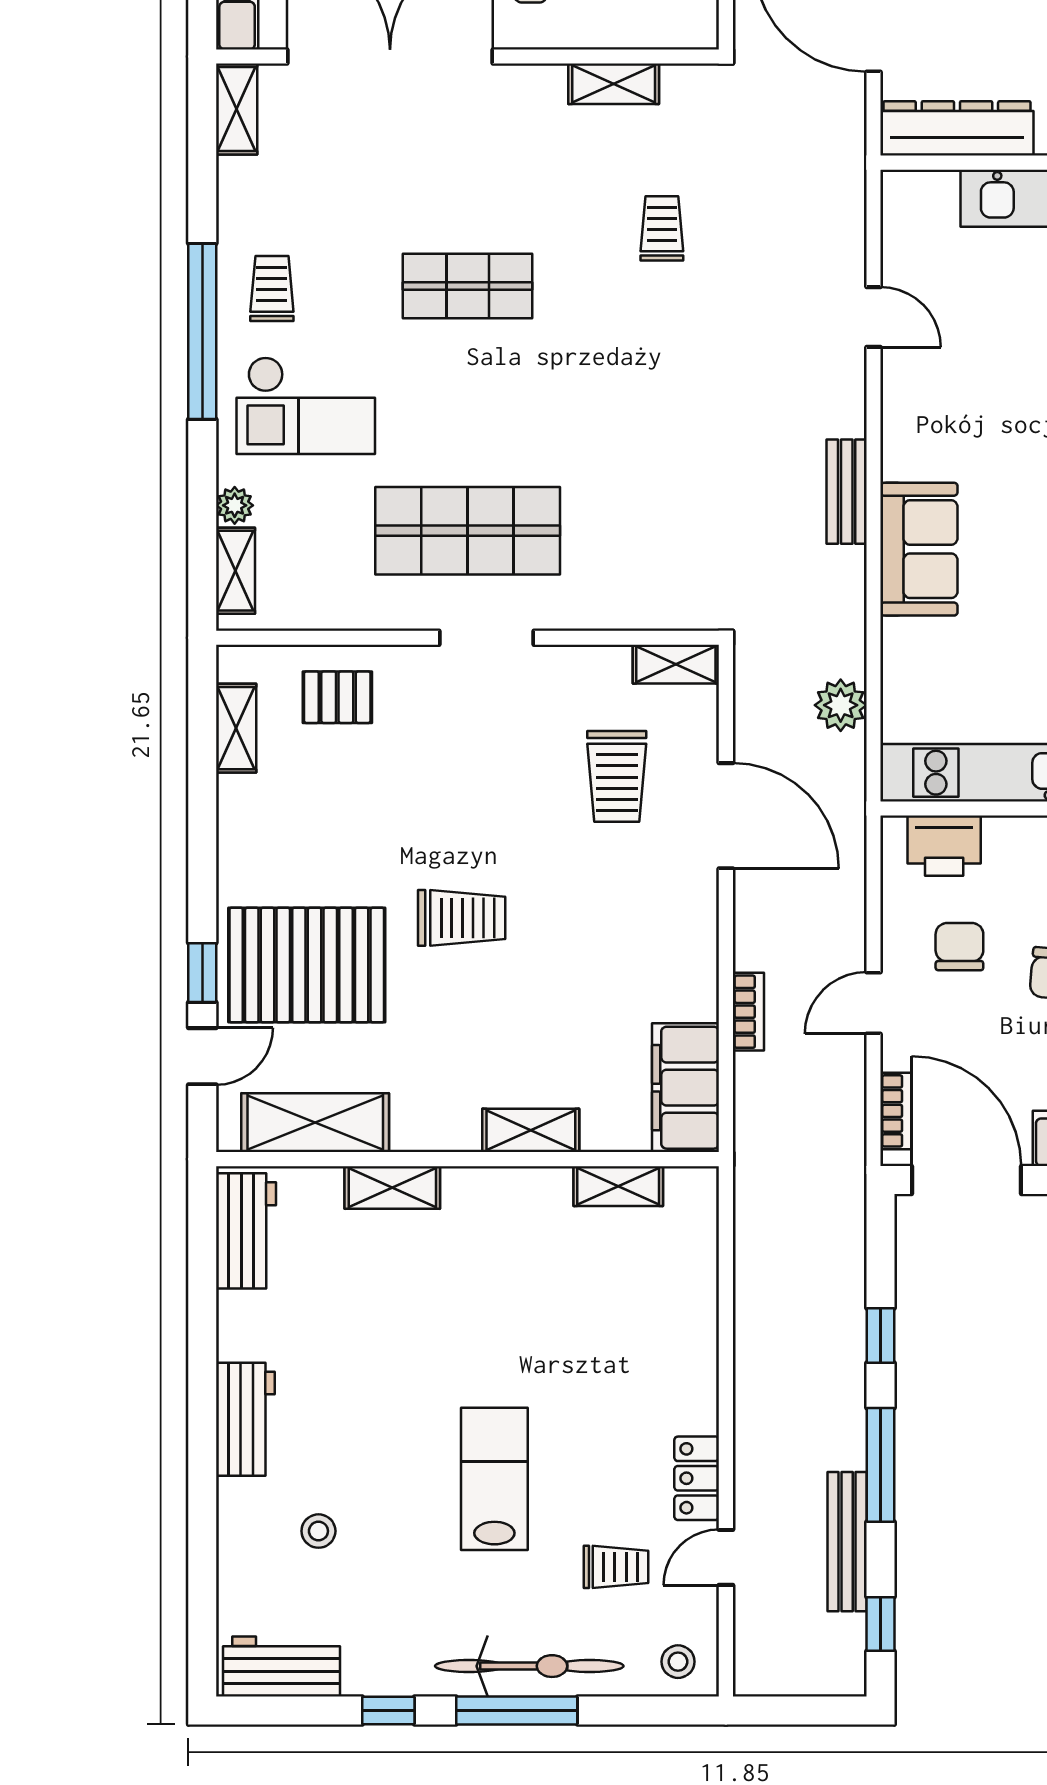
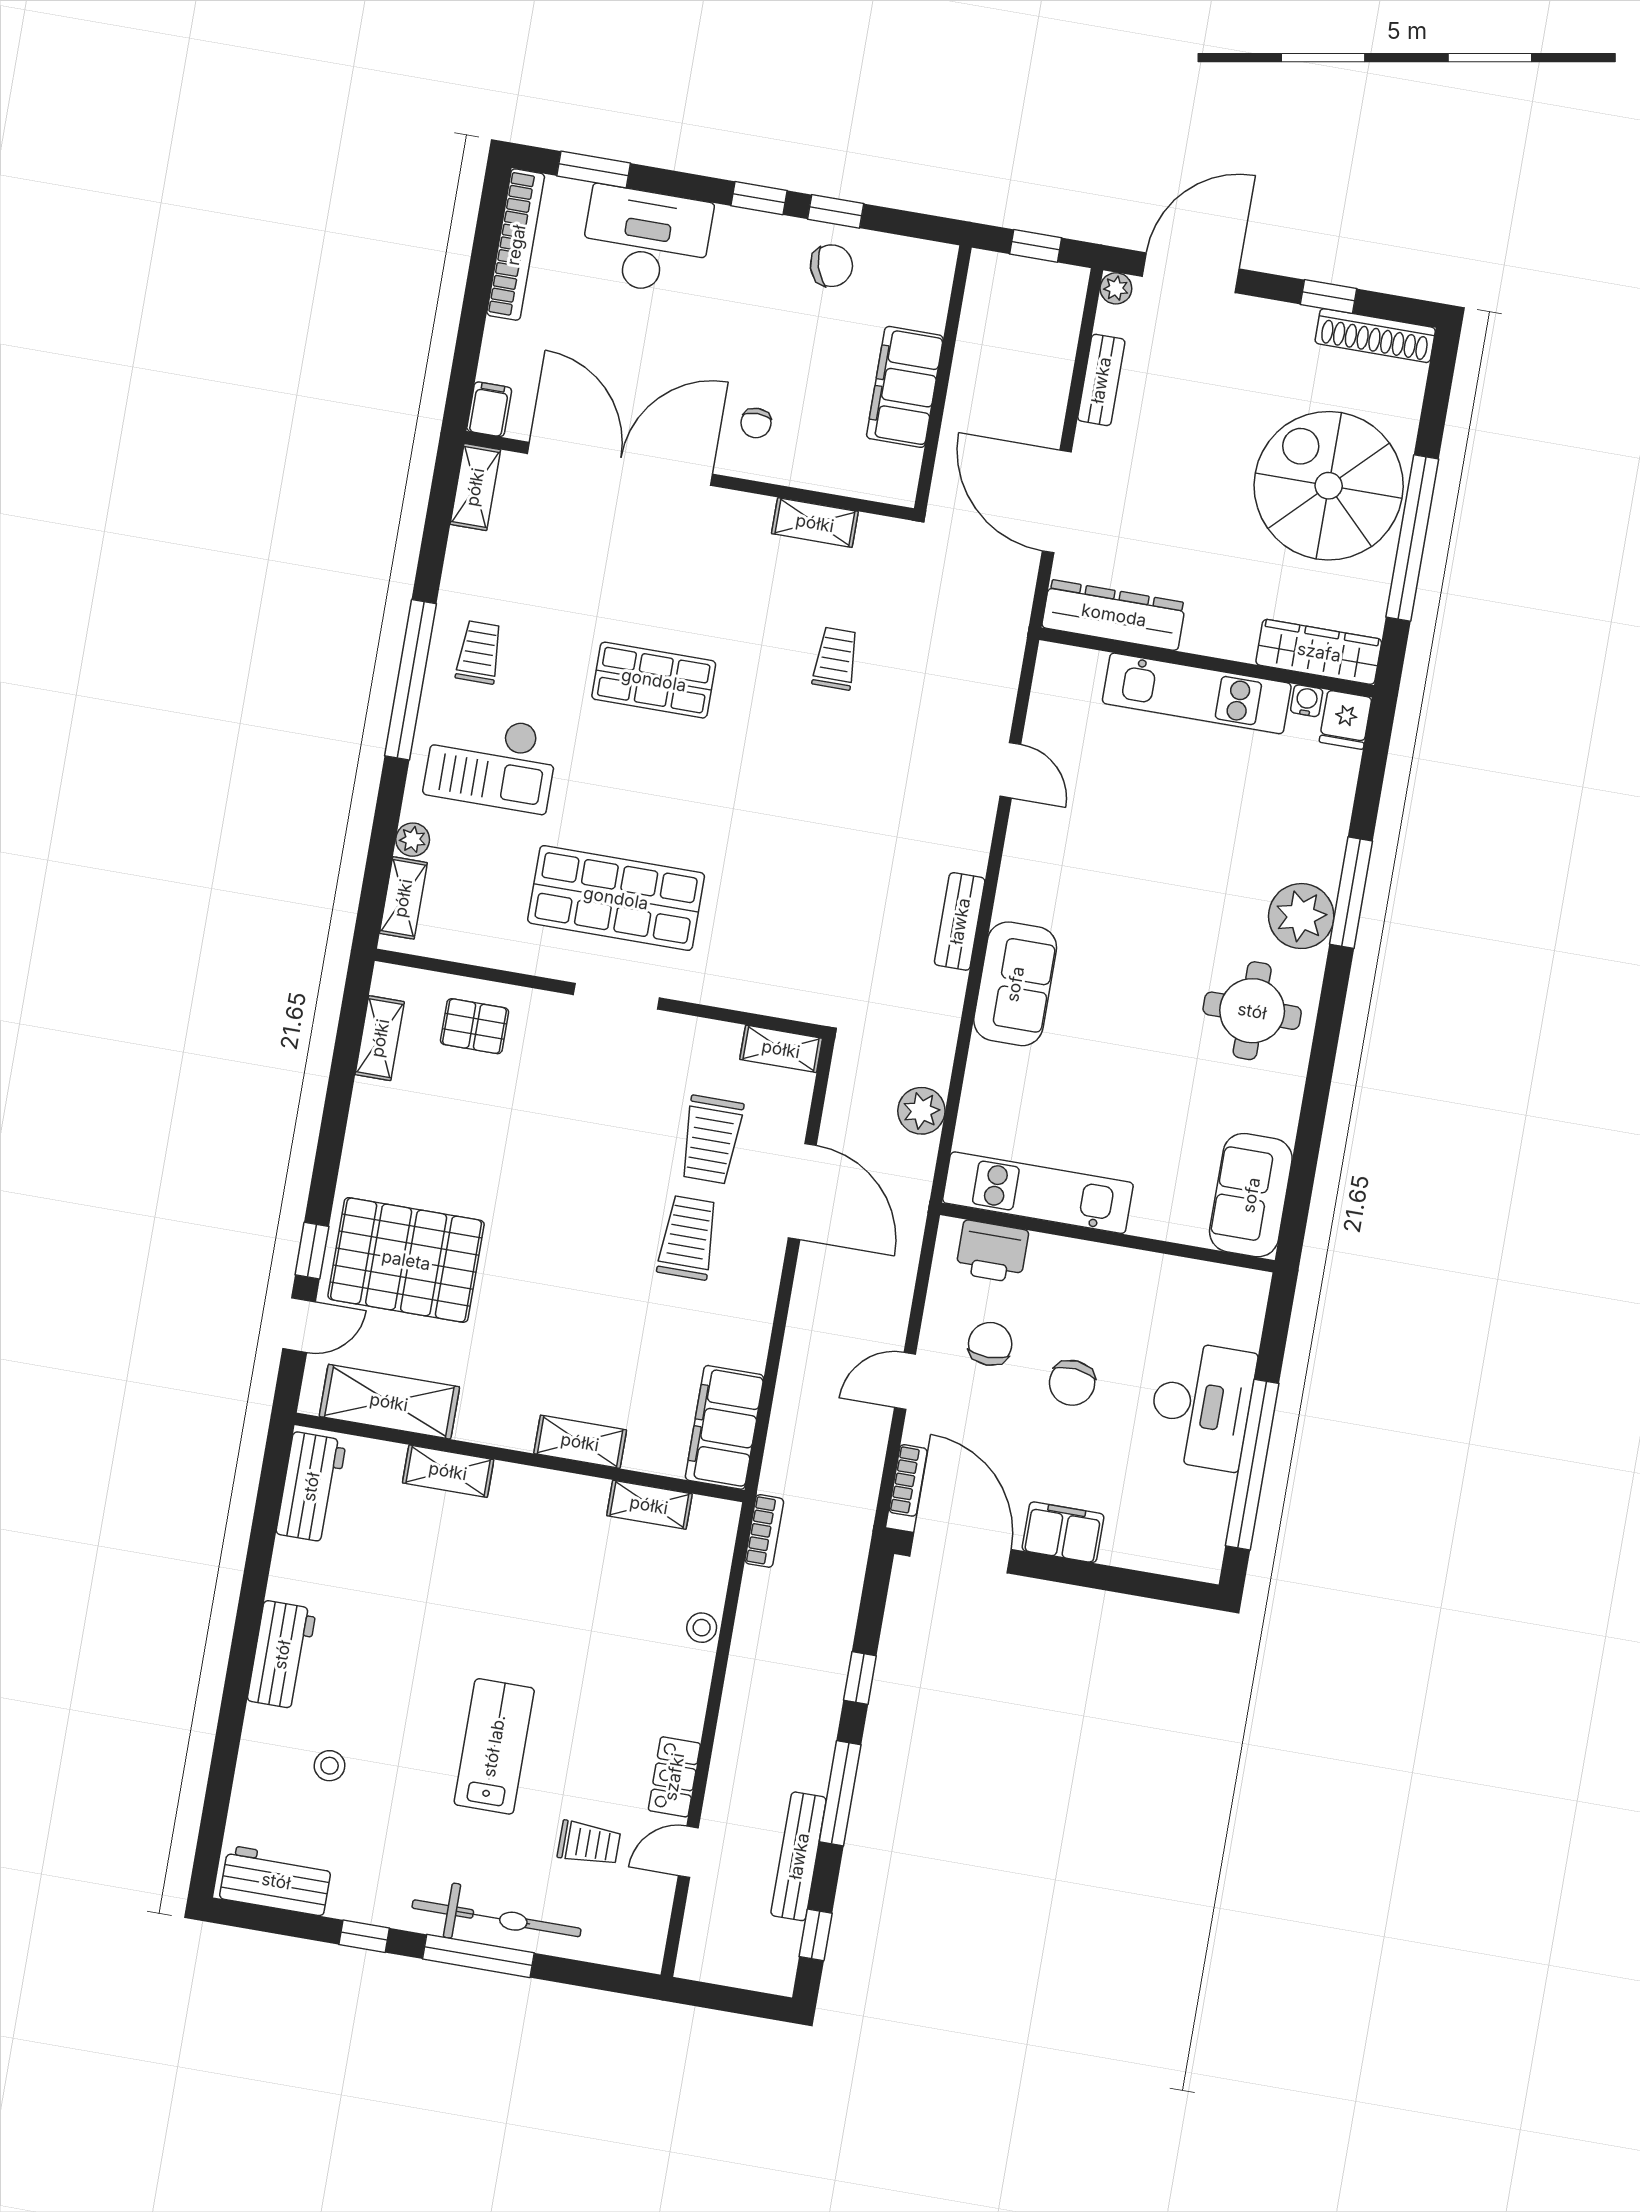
trolley: (462, 918) -> (688, 1238), moved, turned -90
bookcase: (748, 1012) -> (764, 1531), moved
stool: (678, 1662) -> (702, 1628), moved

